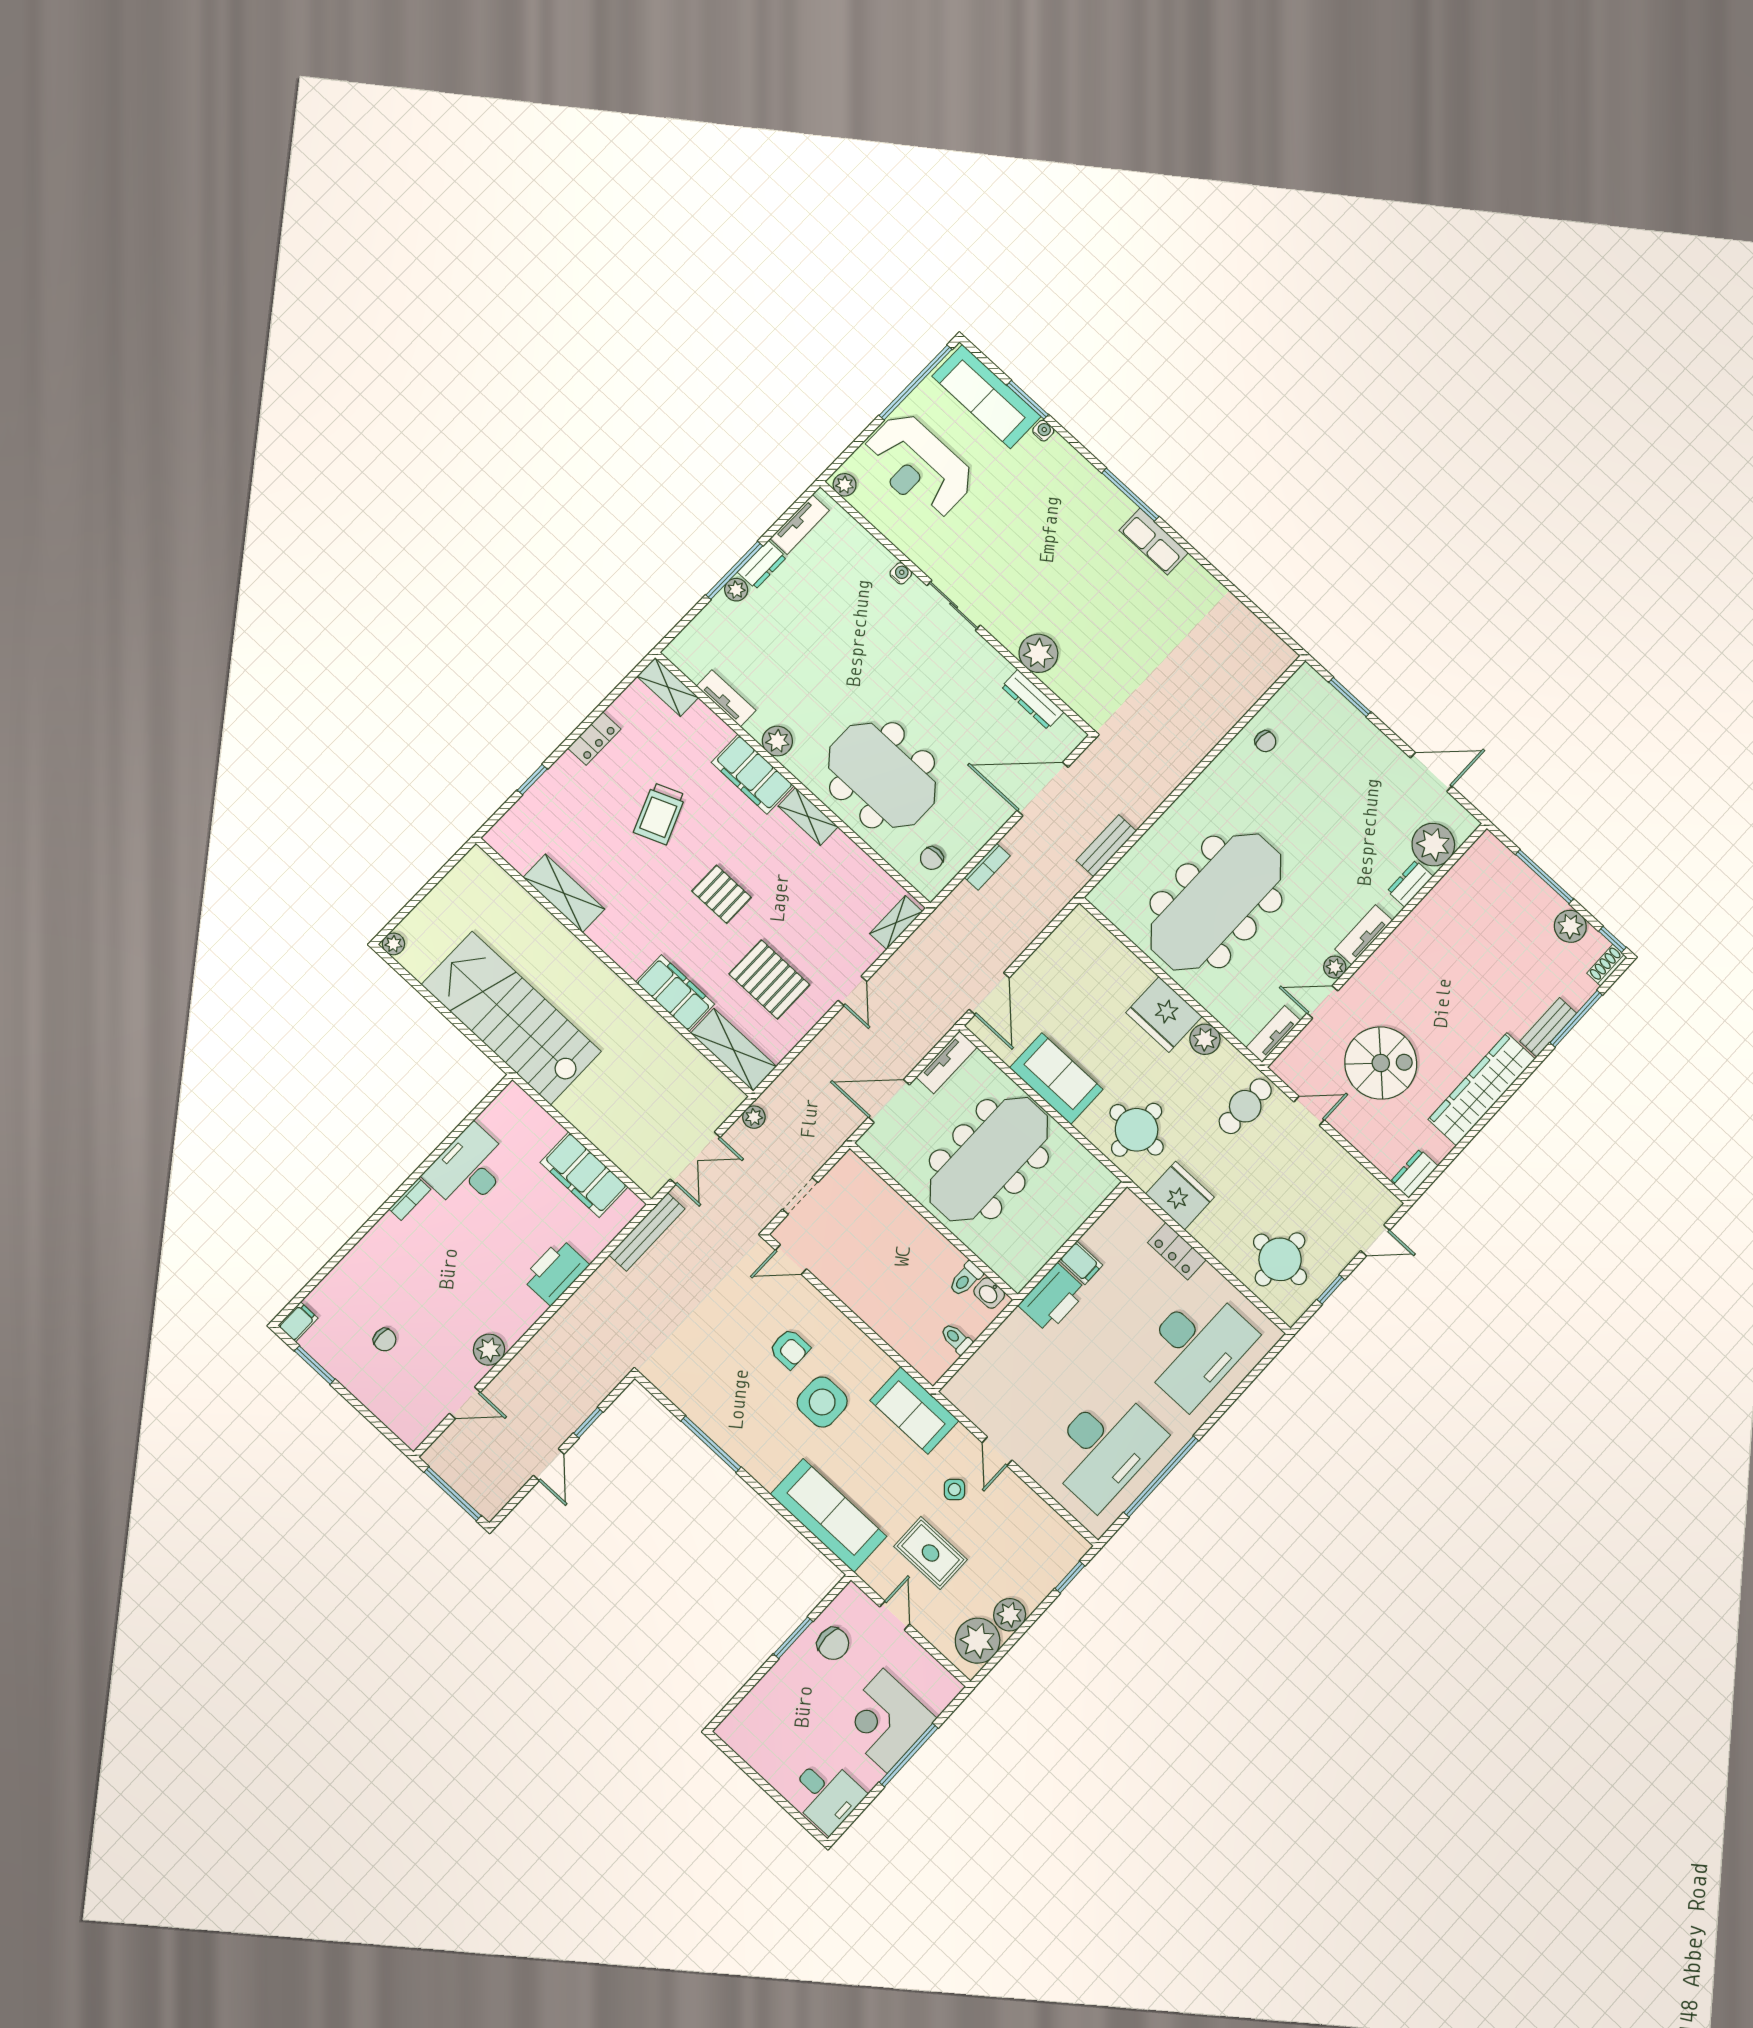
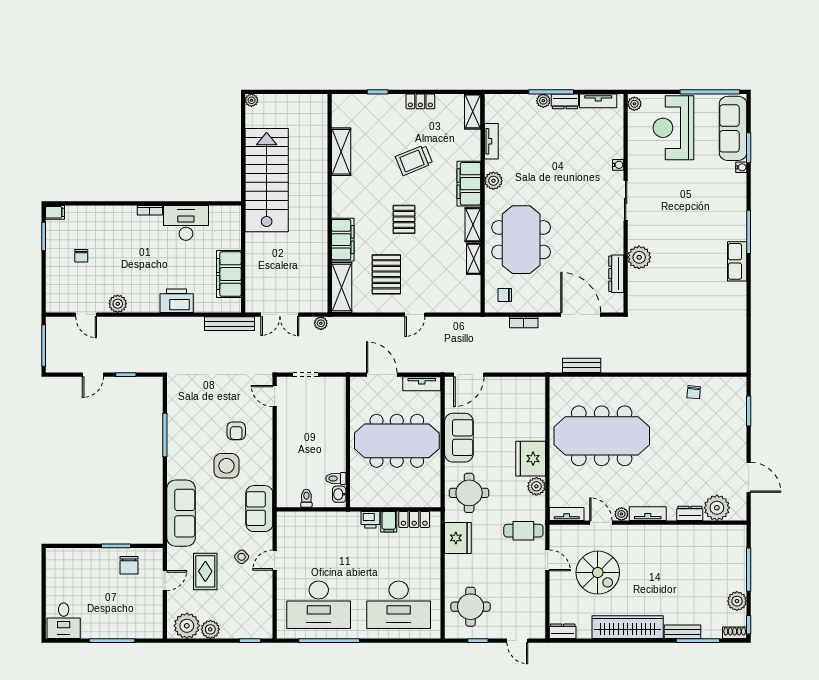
shelving: (896, 923) -> (474, 259), moved, turned 90
locker: (1177, 1251) -> (414, 519), moved, turned -90
printer: (1053, 1298) -> (370, 520), width x0.53, depth x0.68
corner desk: (885, 1721) -> (117, 617), removed

